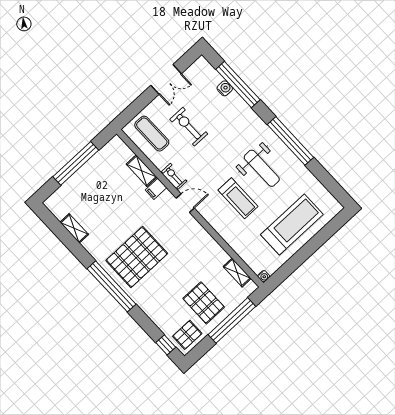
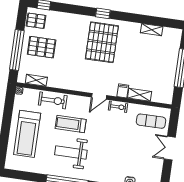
double door: (166, 79) -> (170, 148), moved
exercise bike: (189, 127) -> (53, 100), moved
window: (111, 286) -> (103, 13), width x0.32
pallet: (187, 335) -> (36, 21), turned 90

